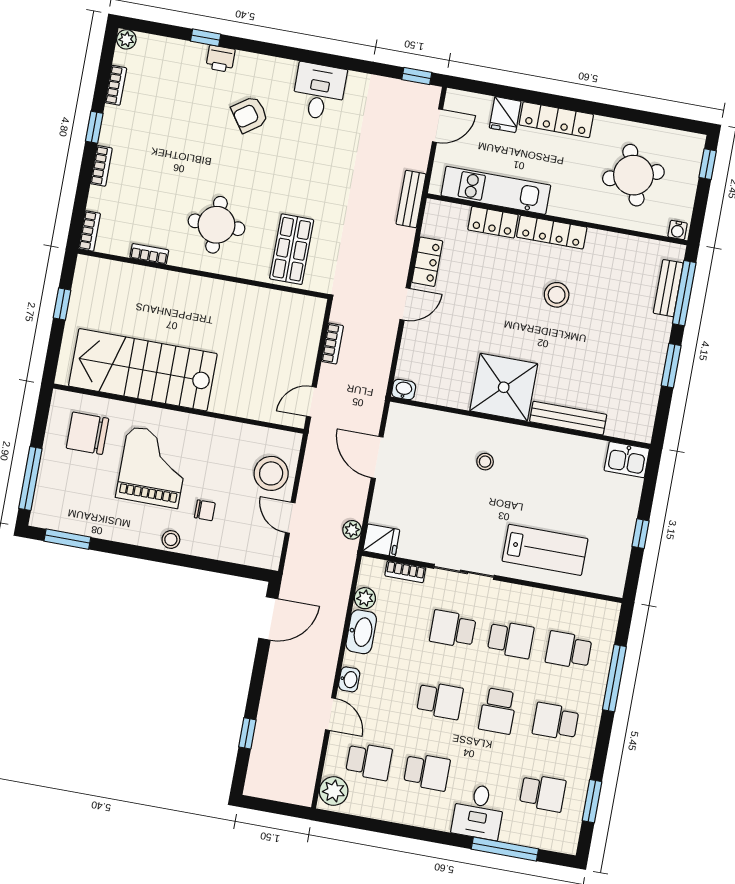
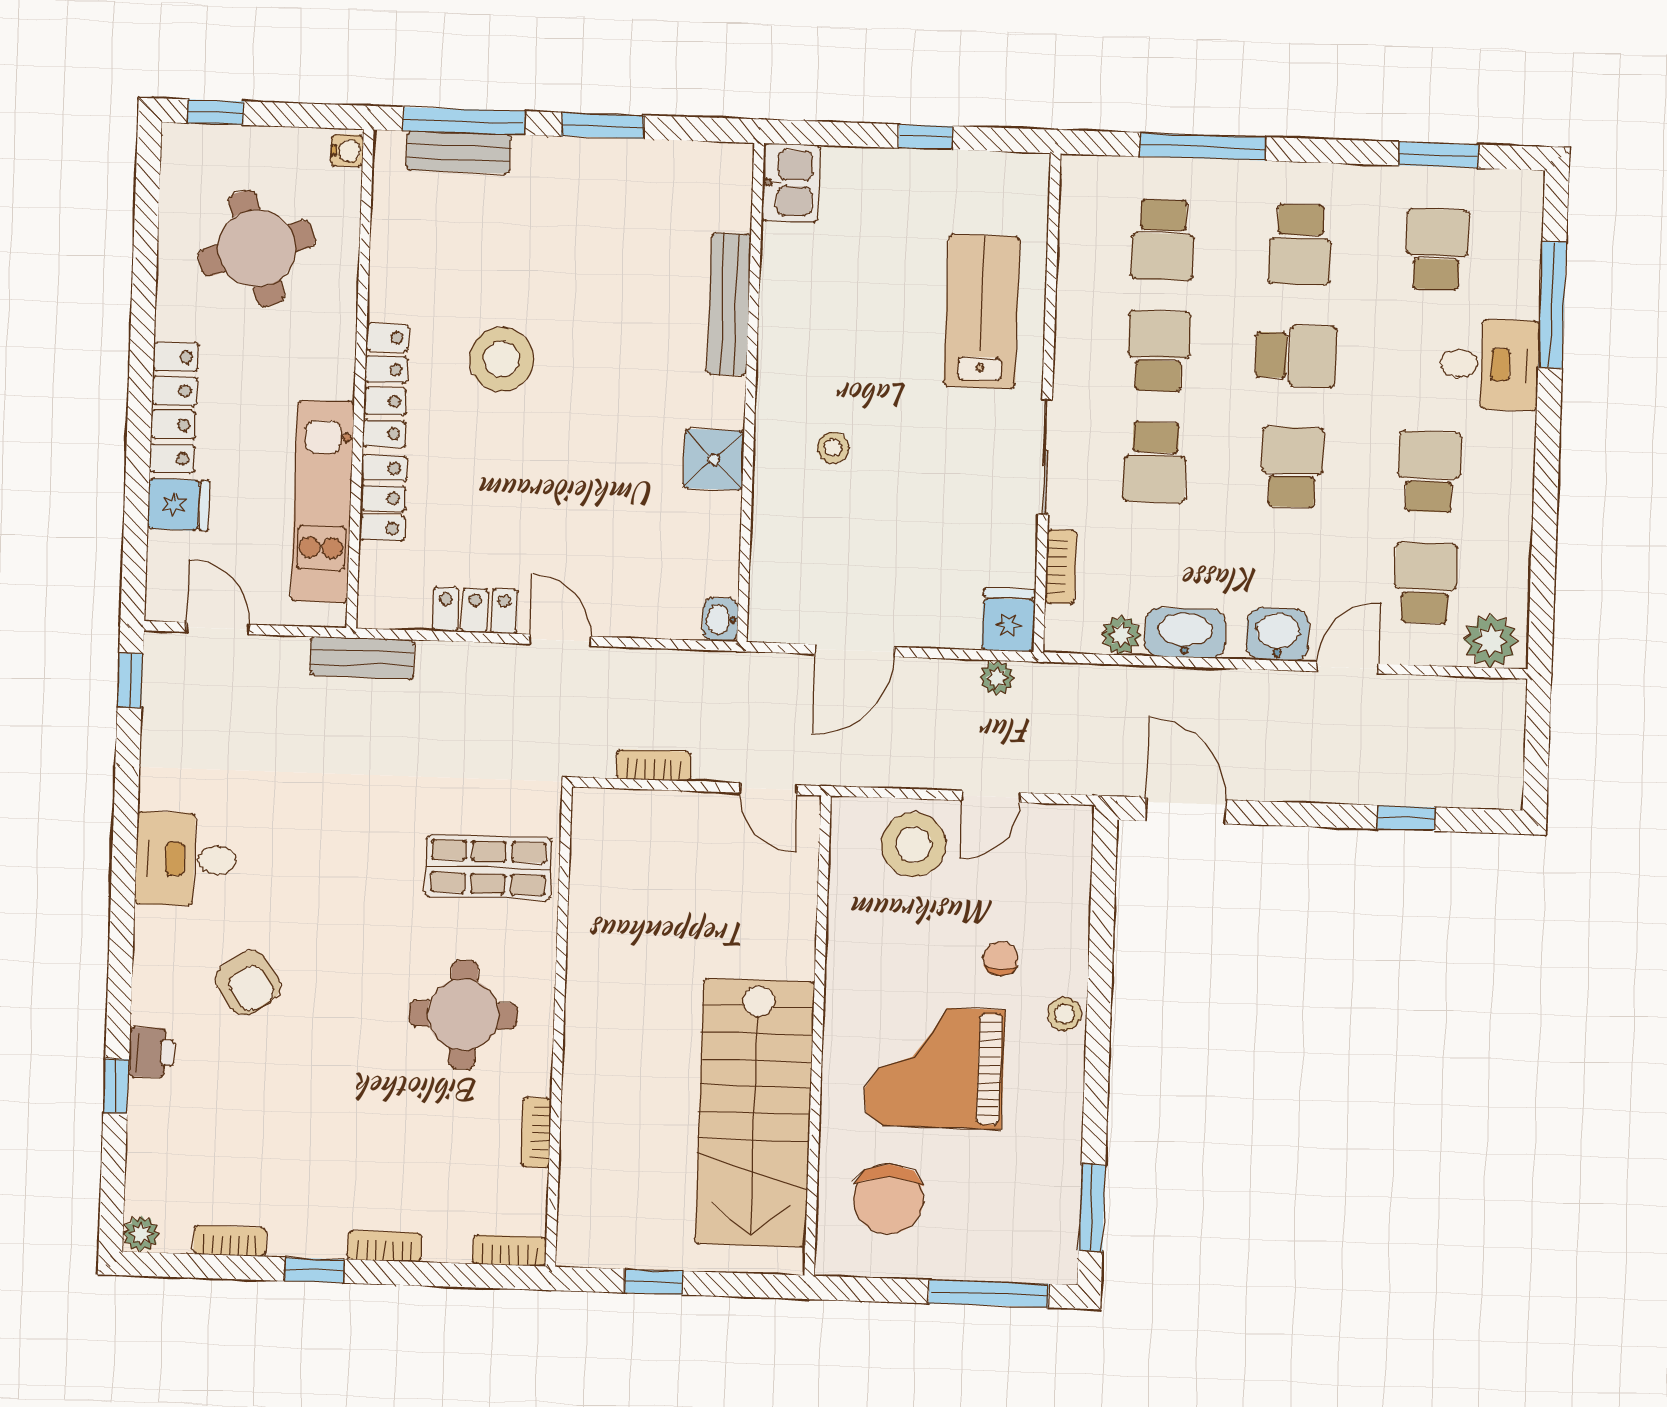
stool: (557, 295) -> (502, 359), width x1.38, depth x1.38
shower: (504, 387) -> (714, 460), width x0.54, depth x0.54
washbasin: (349, 679) -> (1278, 634), width x1.38, depth x1.45

